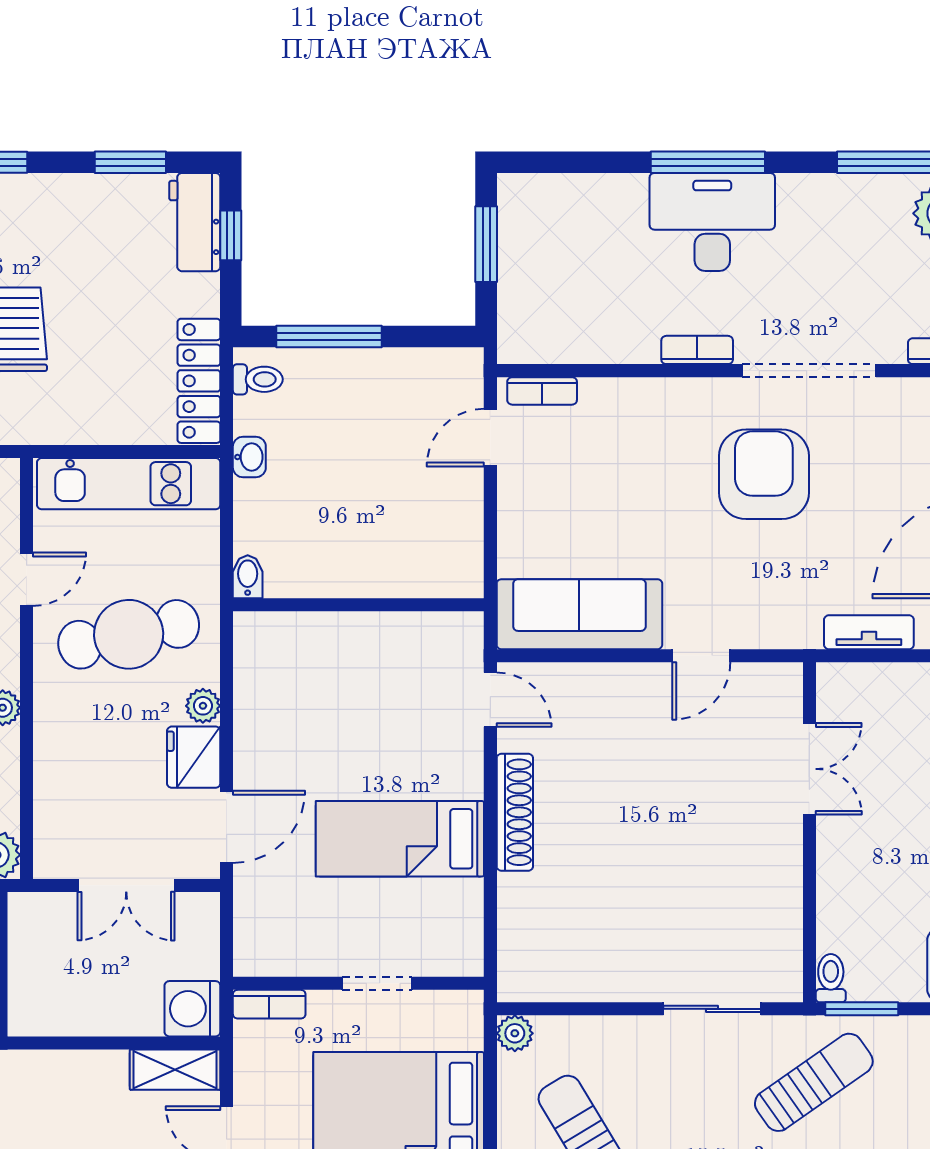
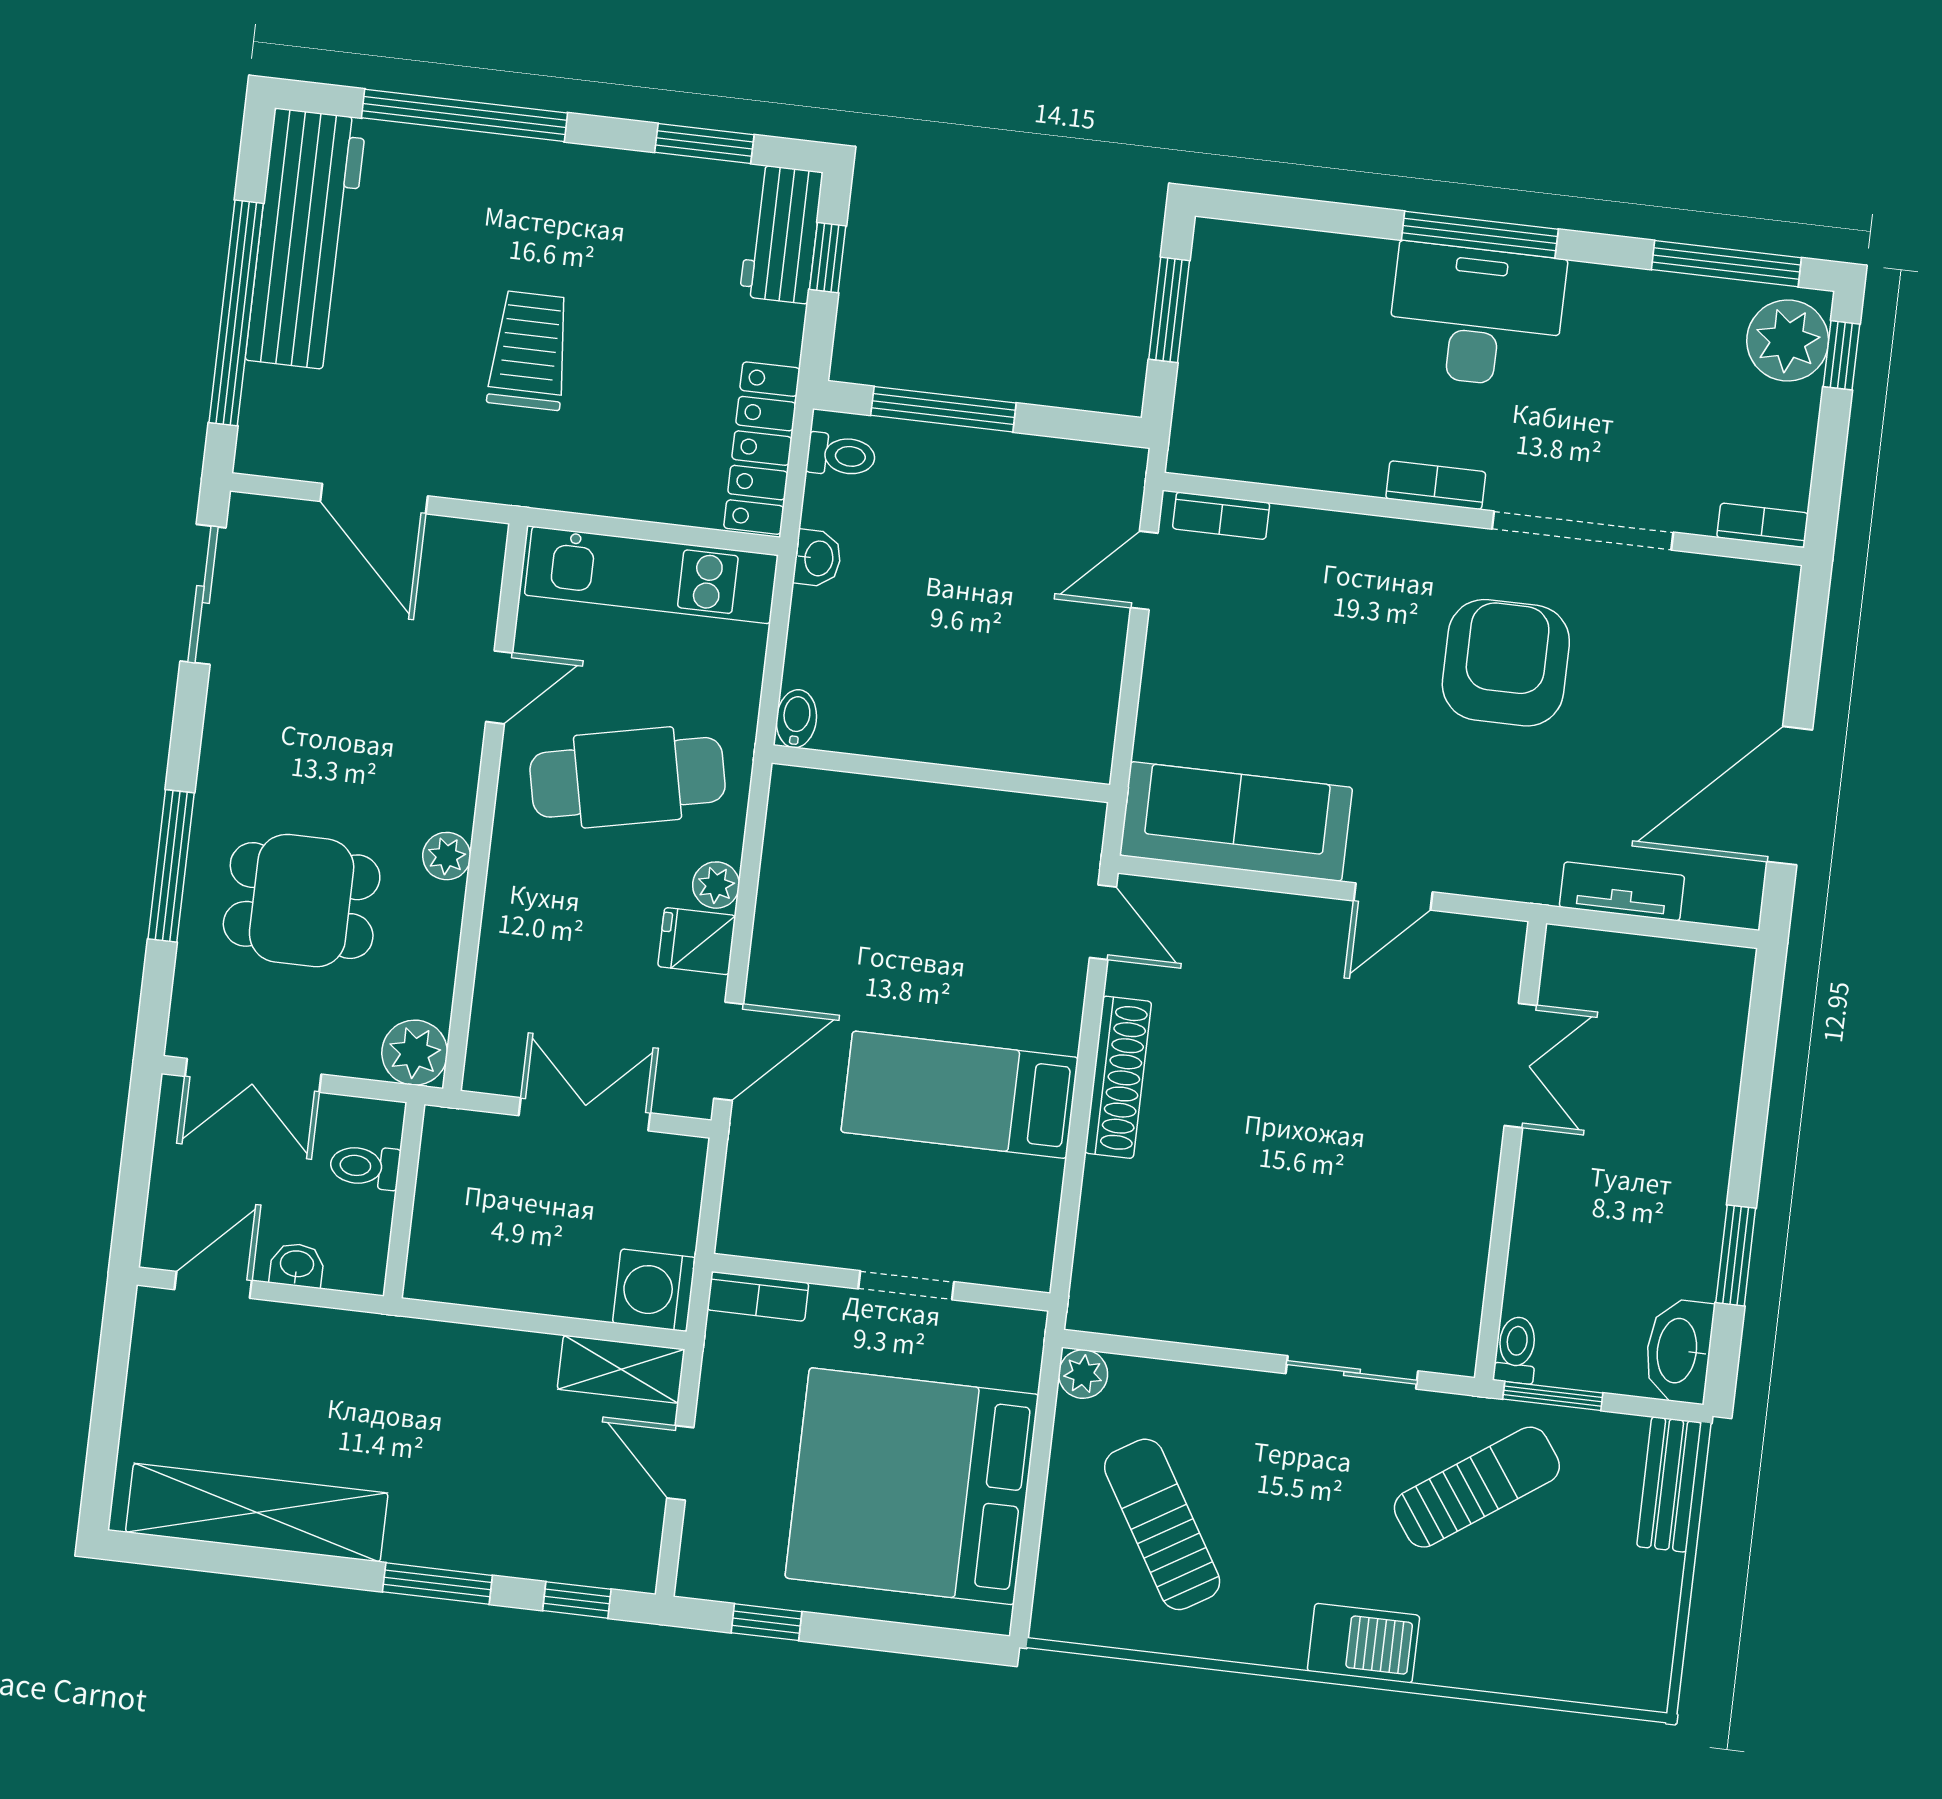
fridge: (194, 757) -> (697, 941), width x0.72
double door: (126, 885) -> (585, 1114), swing flipped

